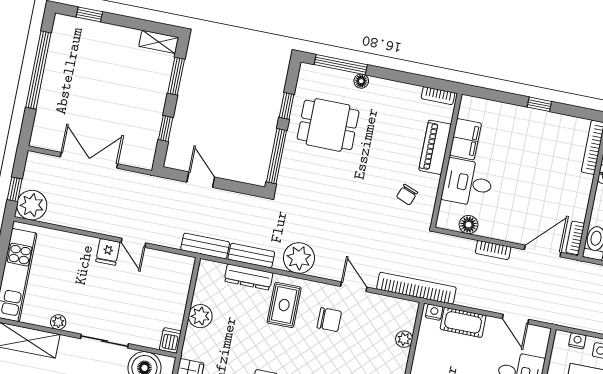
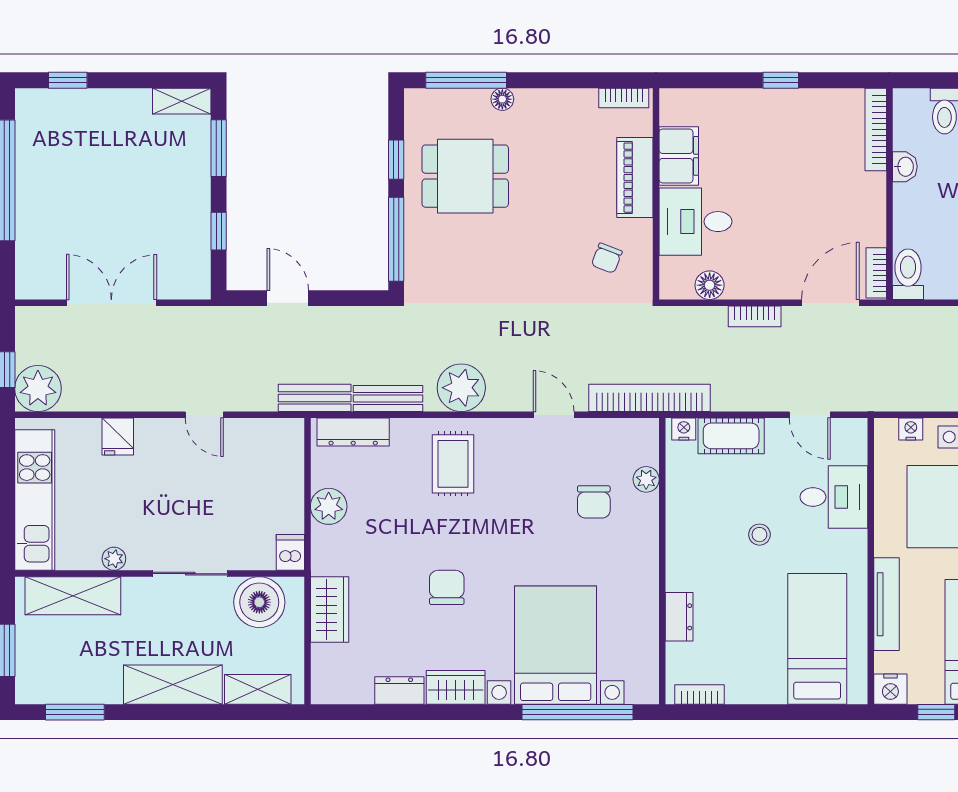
fridge: (108, 252) -> (118, 437), moved
dresser: (248, 277) -> (353, 432), moved
chair: (329, 320) -> (594, 502), moved, turned 90

